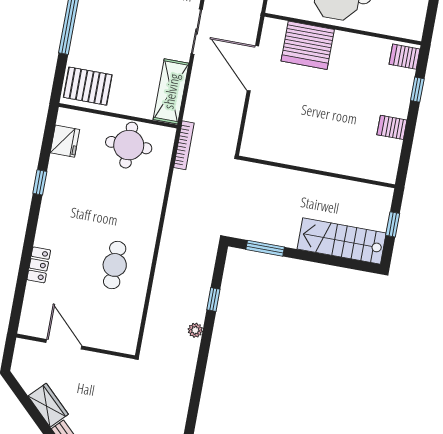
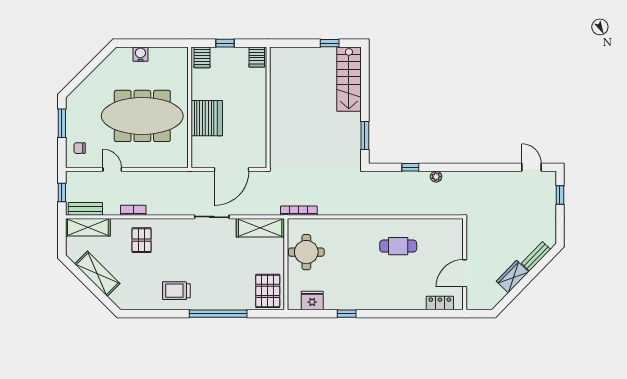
server rack: (308, 45) -> (207, 118), moved
wall: (317, 172) -> (268, 107), moved
locker: (39, 265) -> (440, 303), moved

